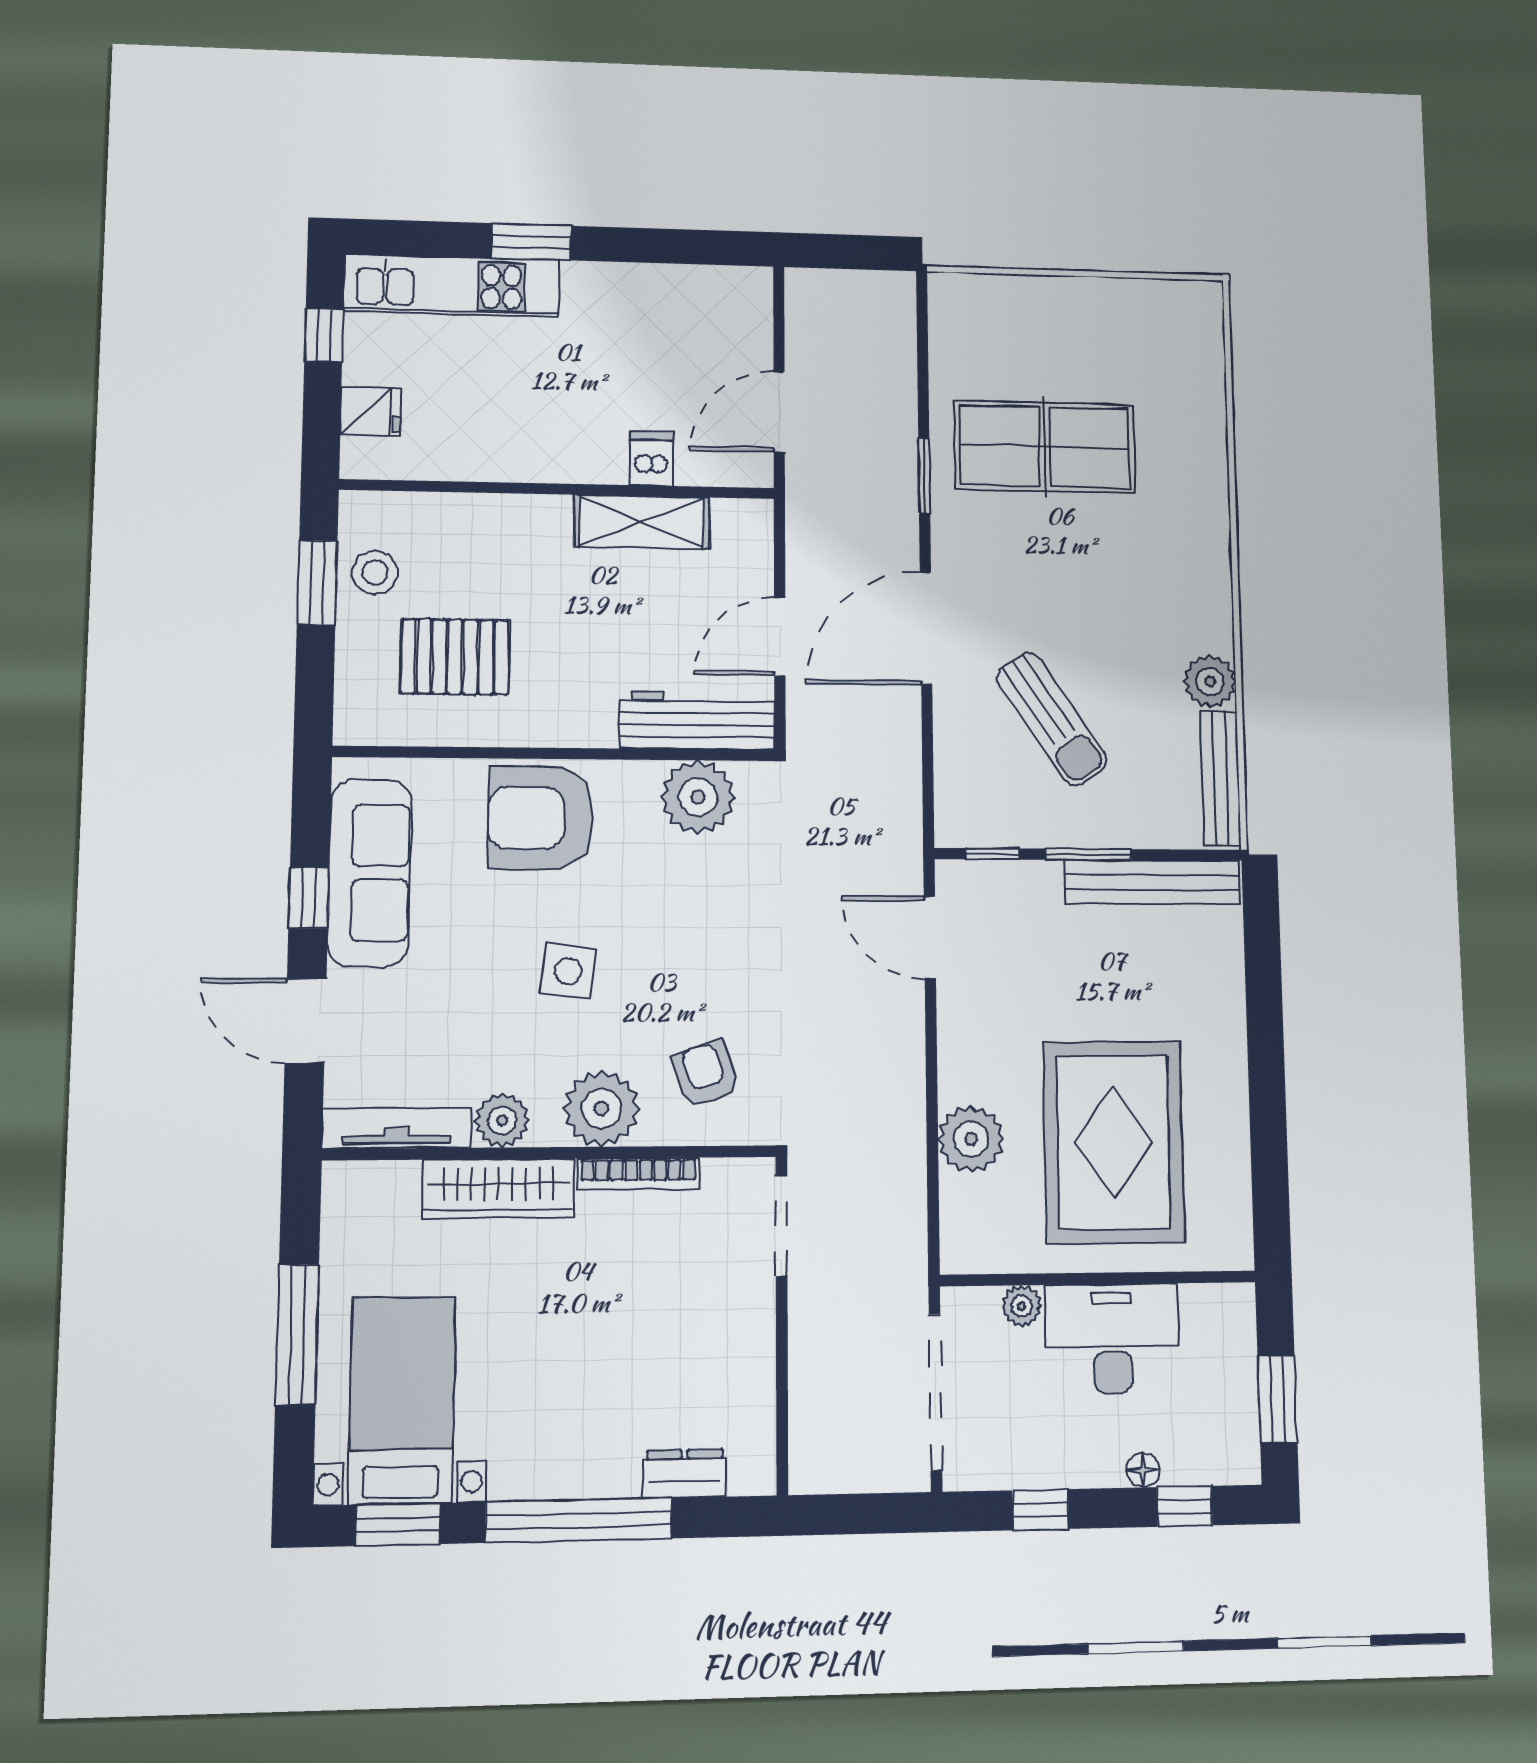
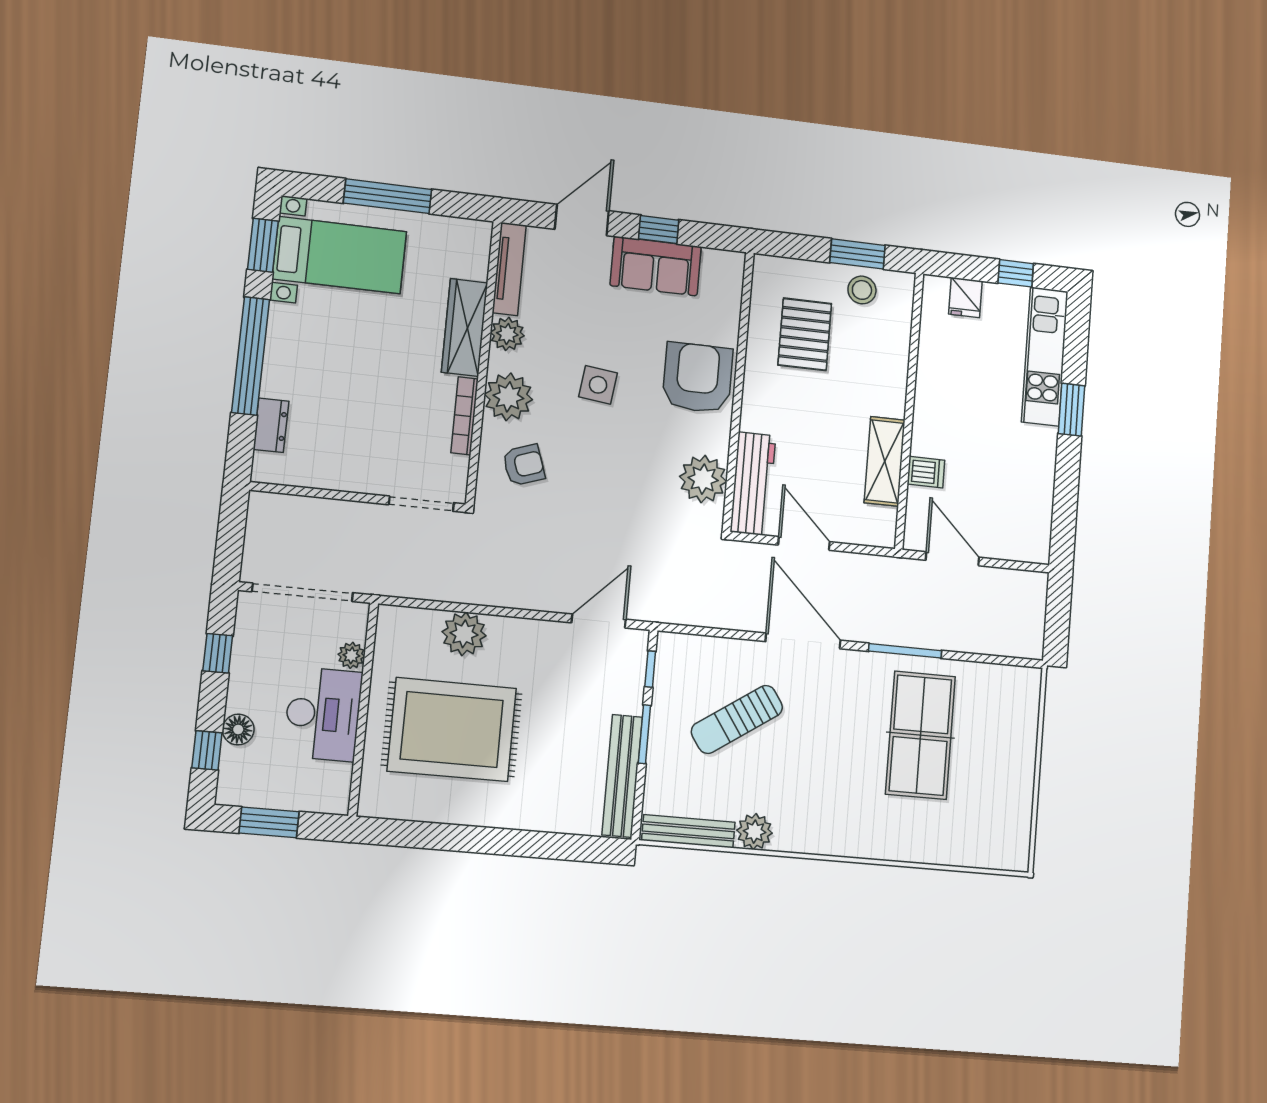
window: (924, 476) -> (905, 651), width x1.44
sofa: (370, 873) -> (656, 266), width x0.73
floor lamp: (1143, 1470) -> (238, 730), width x1.37, depth x1.37

